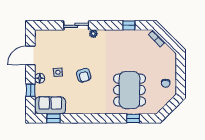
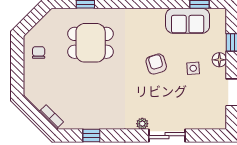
dining table: (129, 90) -> (91, 43), width x0.73
sofa: (50, 105) -> (188, 21), moved

